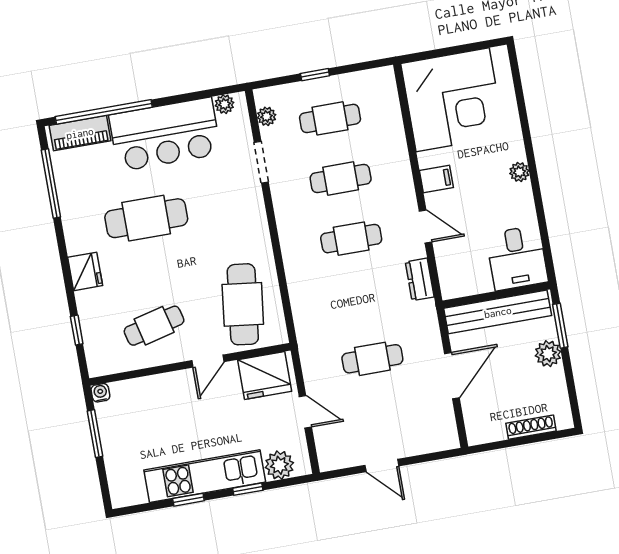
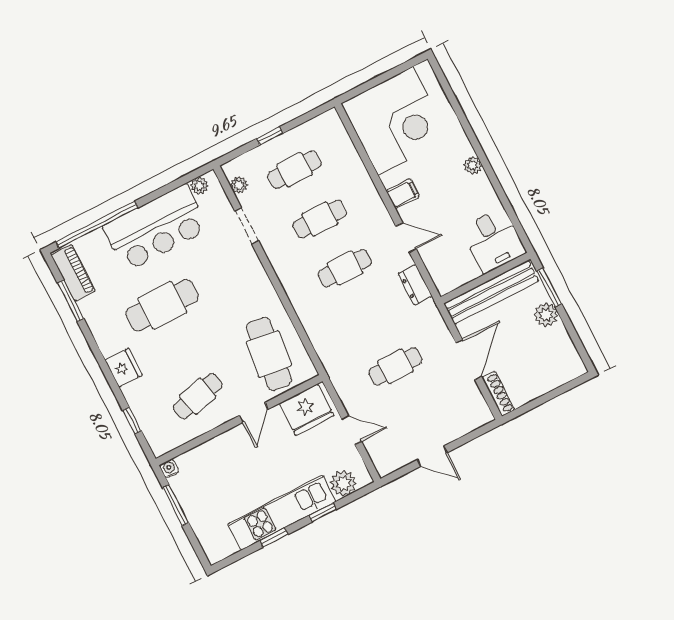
piano: (80, 133) -> (73, 273), moved, turned -90
window: (51, 183) -> (70, 301), width x0.69
shoe rack: (531, 427) -> (498, 394), moved, turned 90

